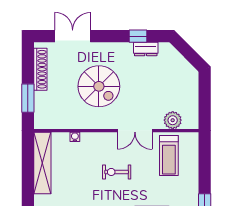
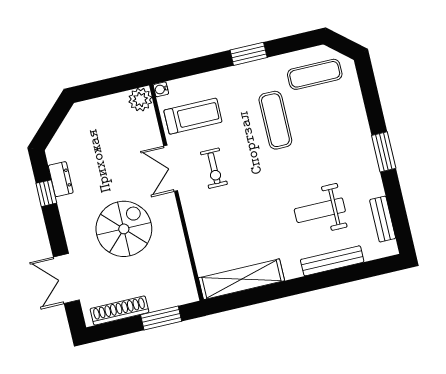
plant: (173, 120) -> (140, 100), moved
double door: (135, 131) -> (171, 168), swing flipped
water cooler: (75, 137) -> (161, 89), moved
exercise bike: (117, 172) -> (214, 168), moved

